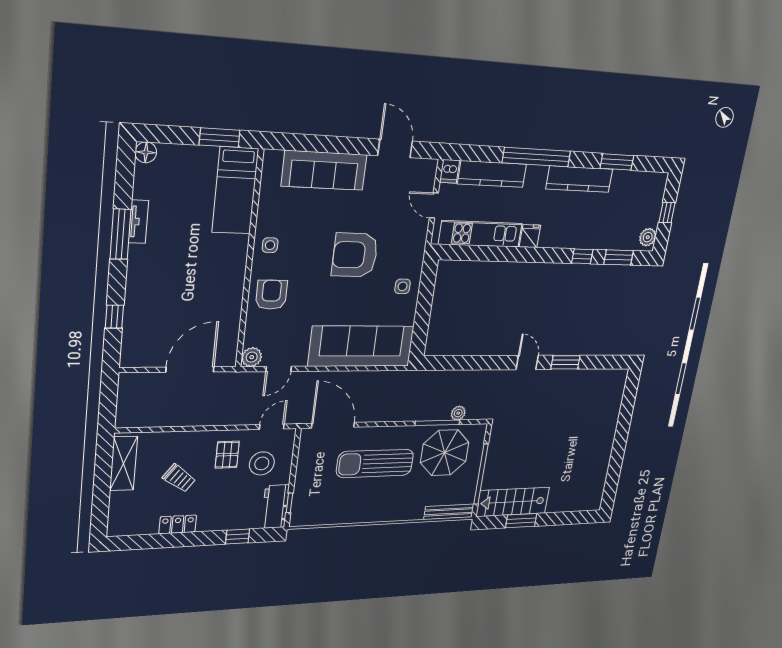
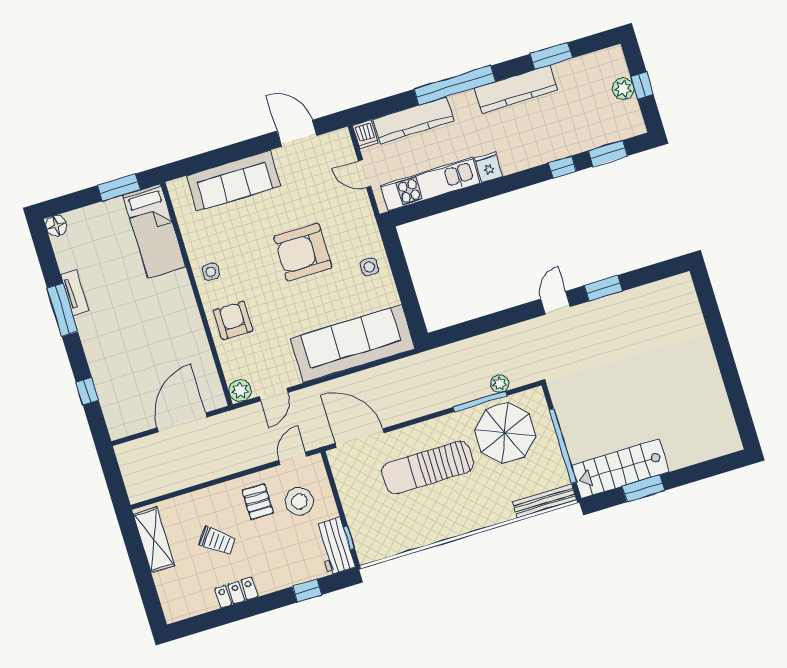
plant: (648, 237) -> (623, 89), moved
door: (527, 363) -> (556, 303), hinge flipped

